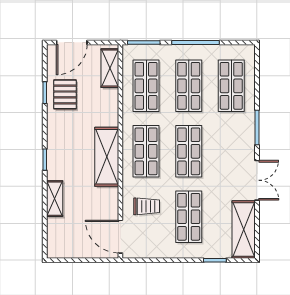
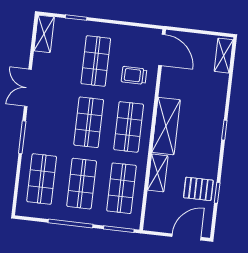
shelving: (110, 68) -> (158, 173), moved
pallet: (65, 94) -> (198, 189), turned 90
shelving: (55, 199) -> (224, 56), moved
shelving: (244, 229) -> (44, 34), width x0.67, depth x0.75

